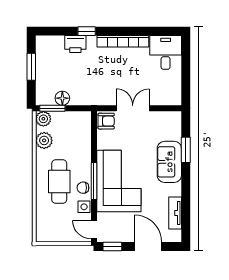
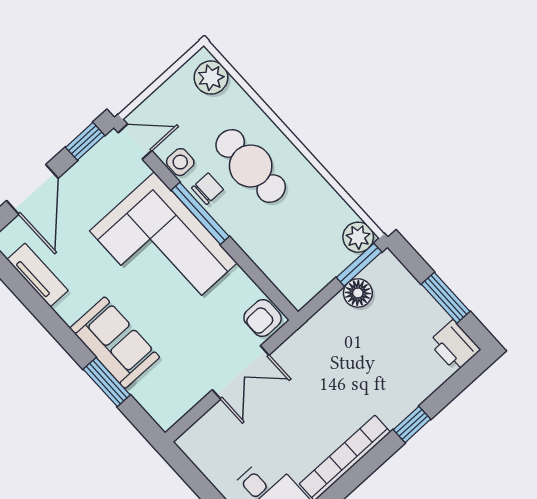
printer: (75, 44) -> (454, 346), moved, turned -90
plant: (44, 140) -> (211, 78), moved
door: (148, 247) -> (32, 189), hinge flipped

